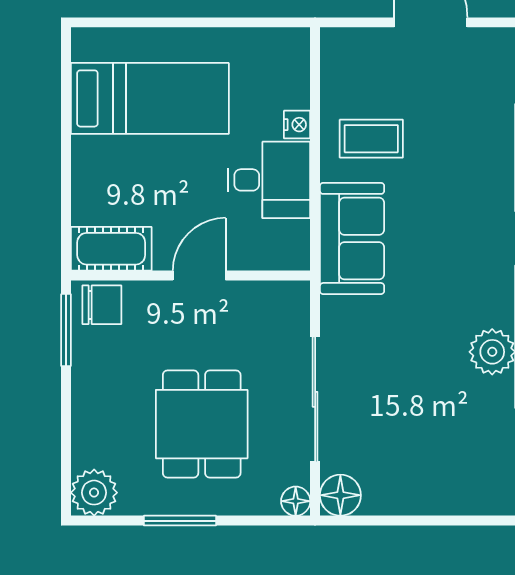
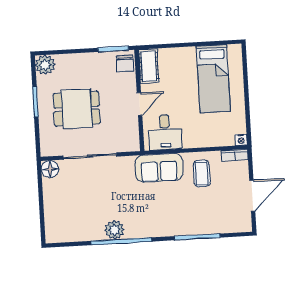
bookcase: (332, 59) -> (235, 155), added
nightstand: (297, 125) -> (241, 140), moved
desk: (269, 180) -> (165, 132), moved
door: (199, 276) -> (140, 104), hinge flipped
floor lamp: (296, 501) -> (46, 150), removed

